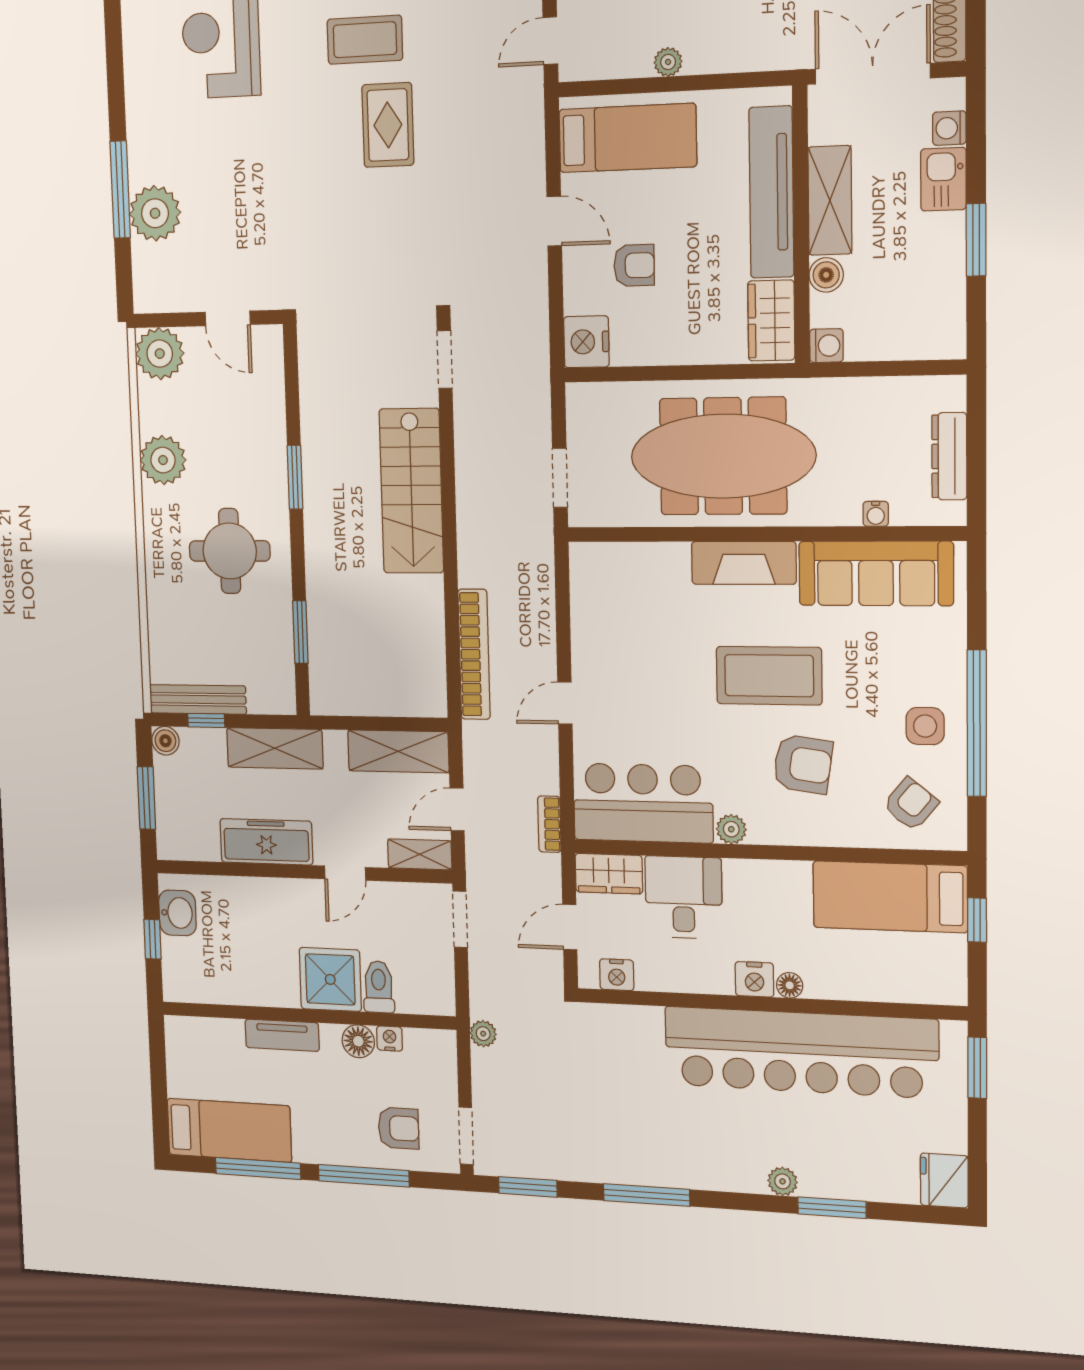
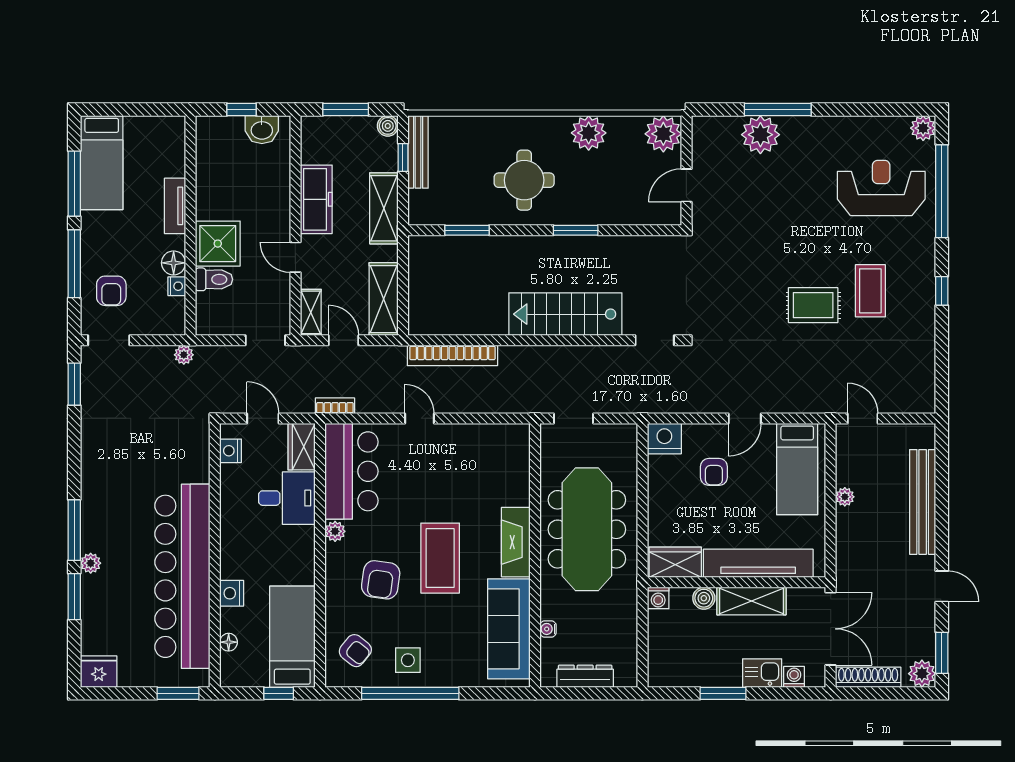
nightstand: (754, 979) -> (232, 593), moved
floor lamp: (790, 985) -> (229, 642), moved
window: (646, 1195) -> (74, 530), moved

